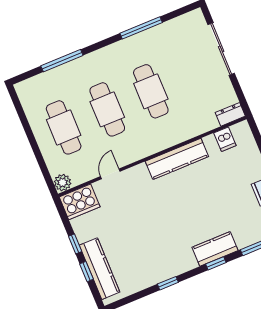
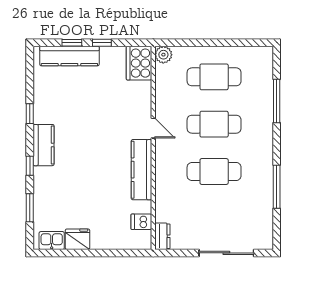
door: (110, 174) -> (153, 128), moved
kitchen counter: (215, 249) -> (43, 145), moved

